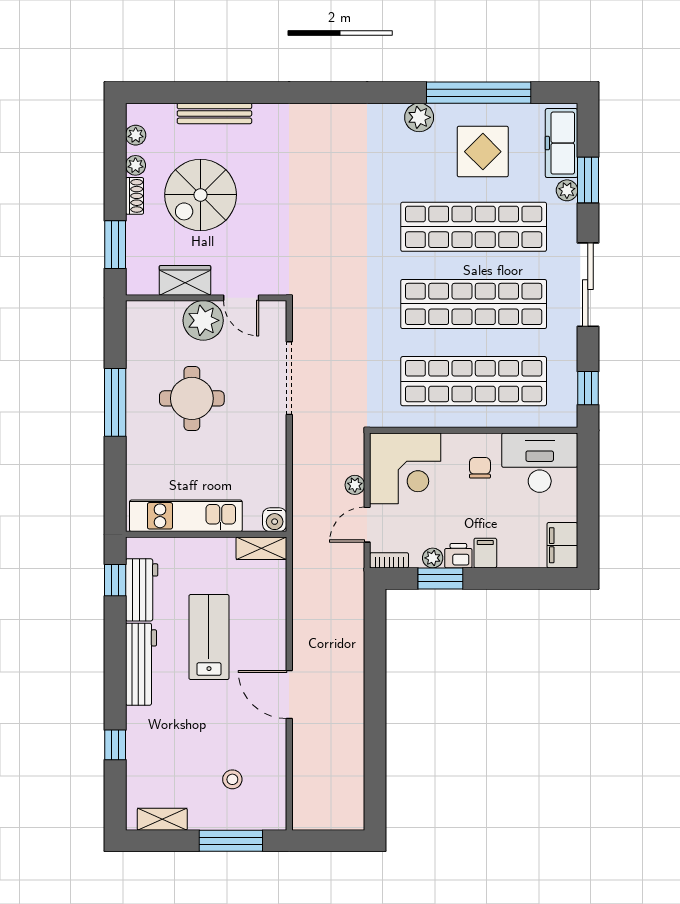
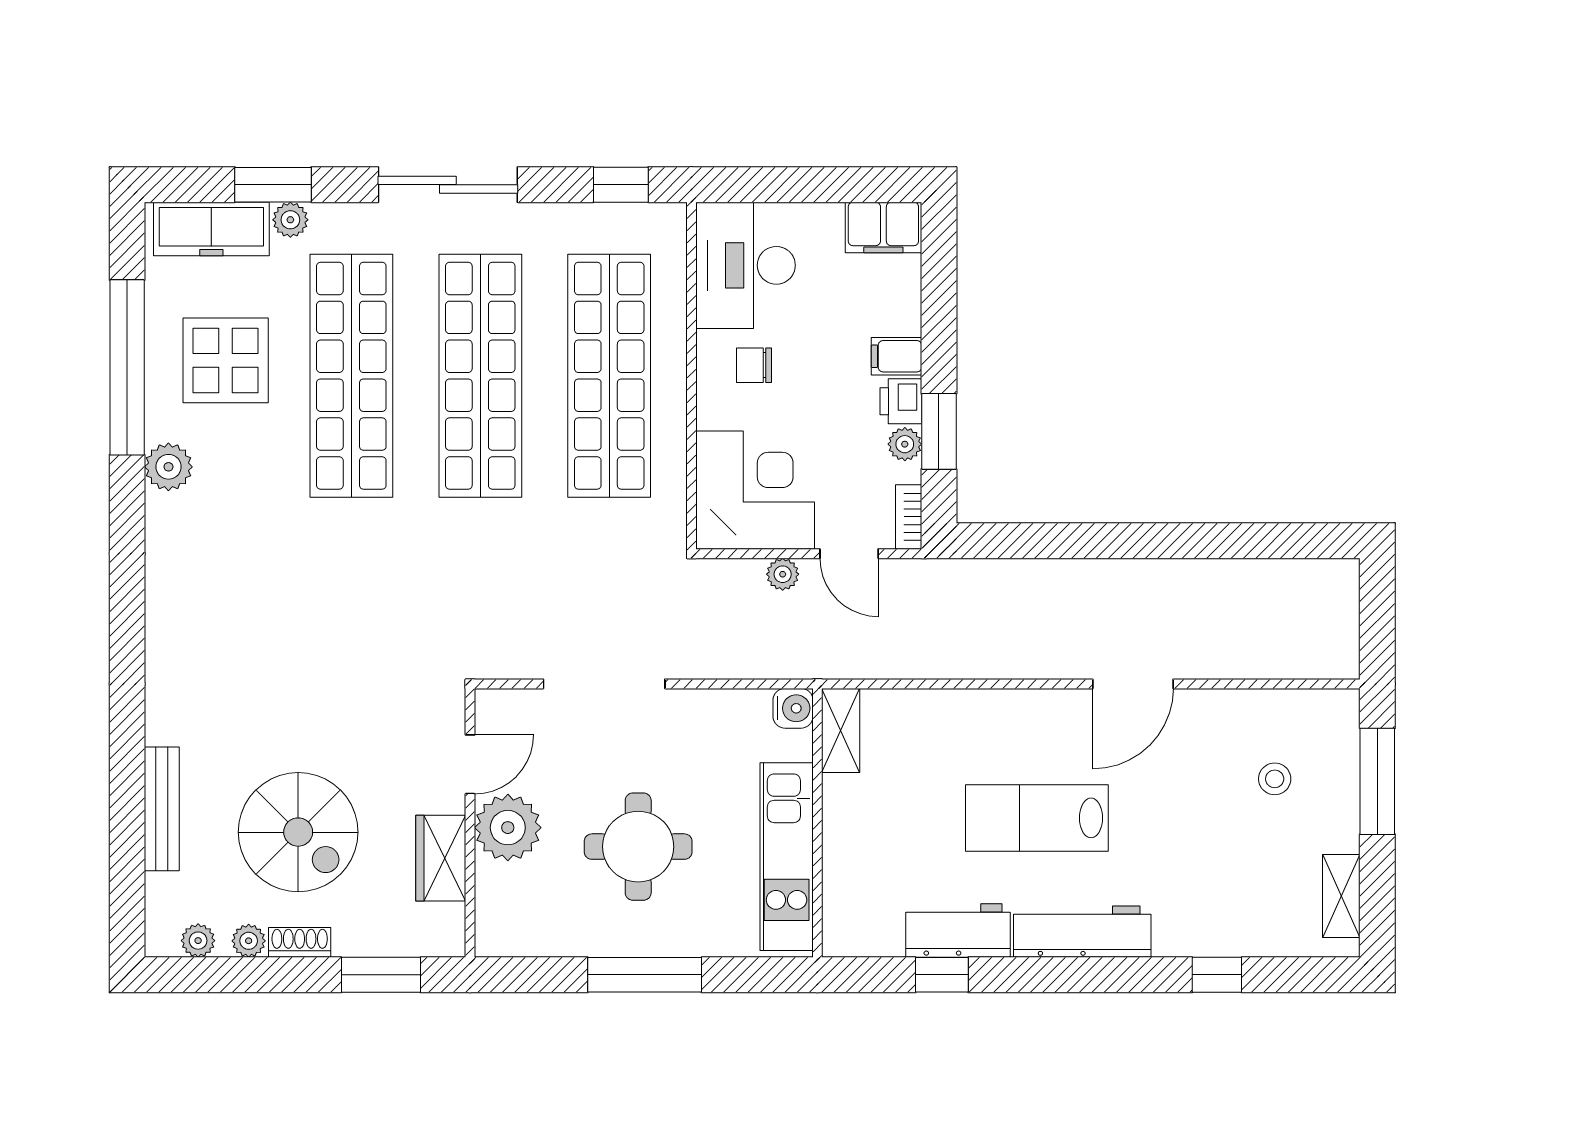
kitchen unit: (186, 516) -> (787, 857), moved
water cooler: (275, 520) -> (793, 708), moved
wall: (206, 534) -> (817, 823), moved
shelving: (261, 548) -> (841, 731), moved

